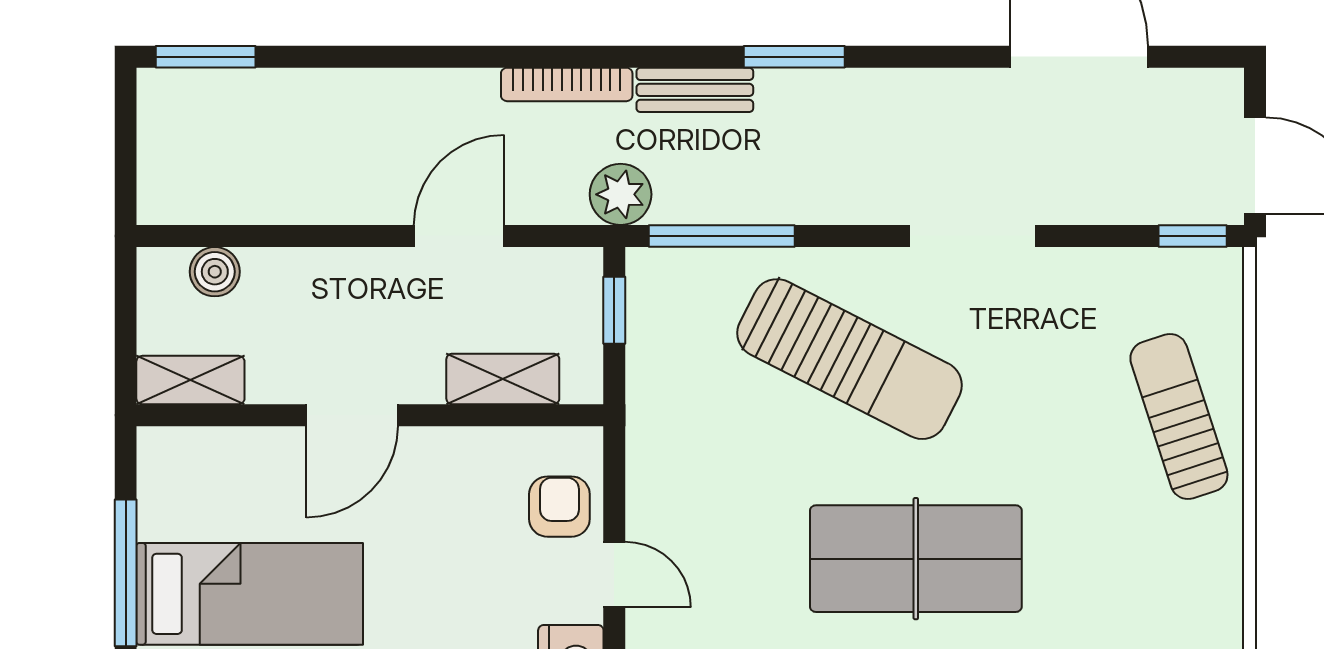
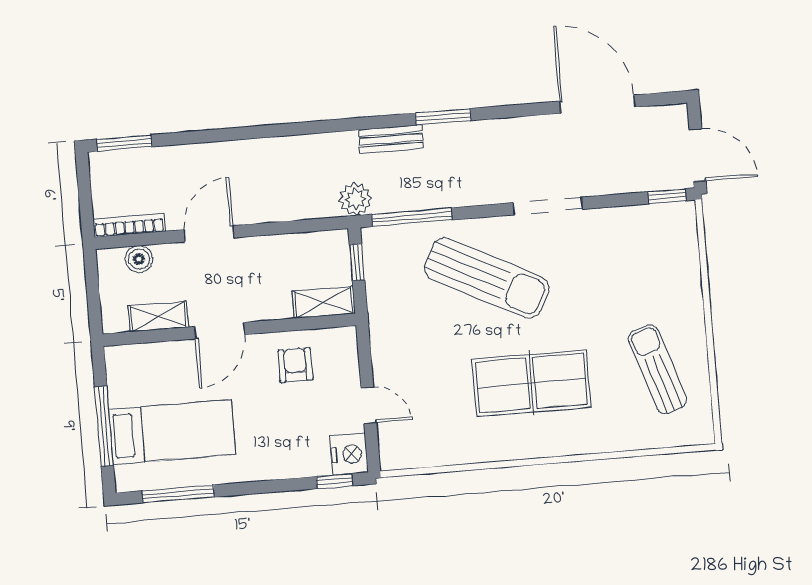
bookcase: (567, 84) -> (129, 225), moved, turned 180
door: (459, 236) -> (209, 234), moved
shelving: (503, 379) -> (324, 302), moved
shelving: (190, 380) -> (158, 317), moved
sun lounger: (1179, 417) -> (657, 369), moved
armchair: (559, 507) -> (295, 365), moved

